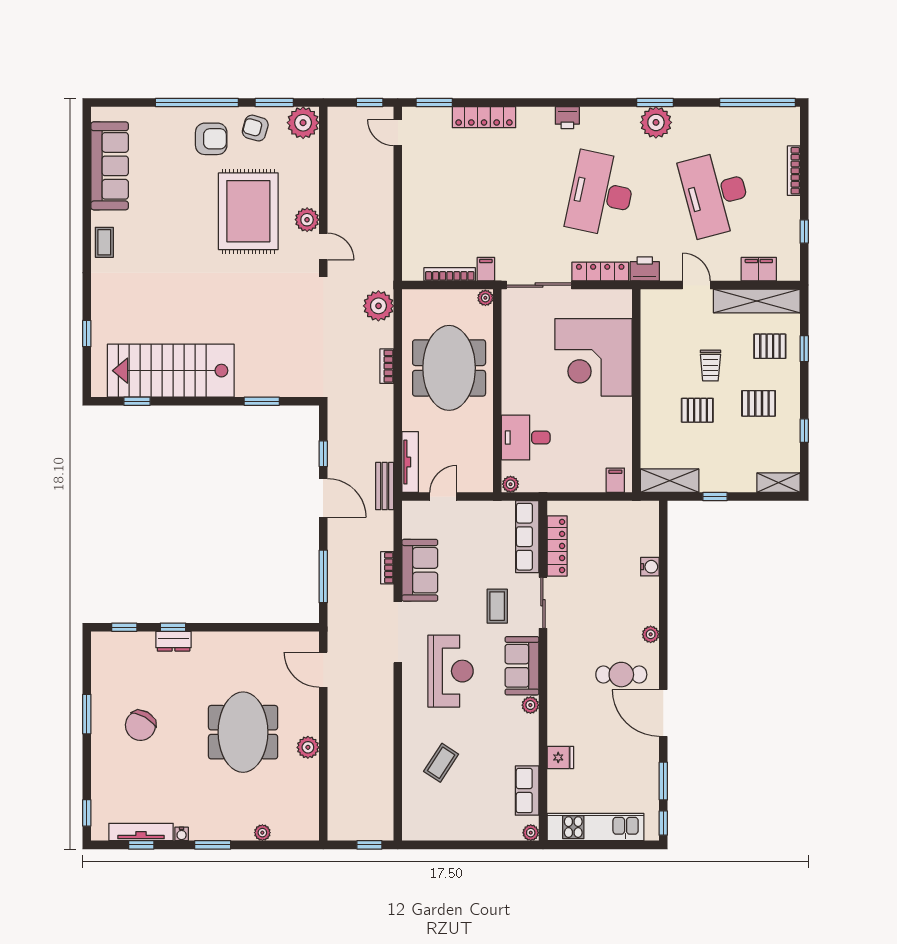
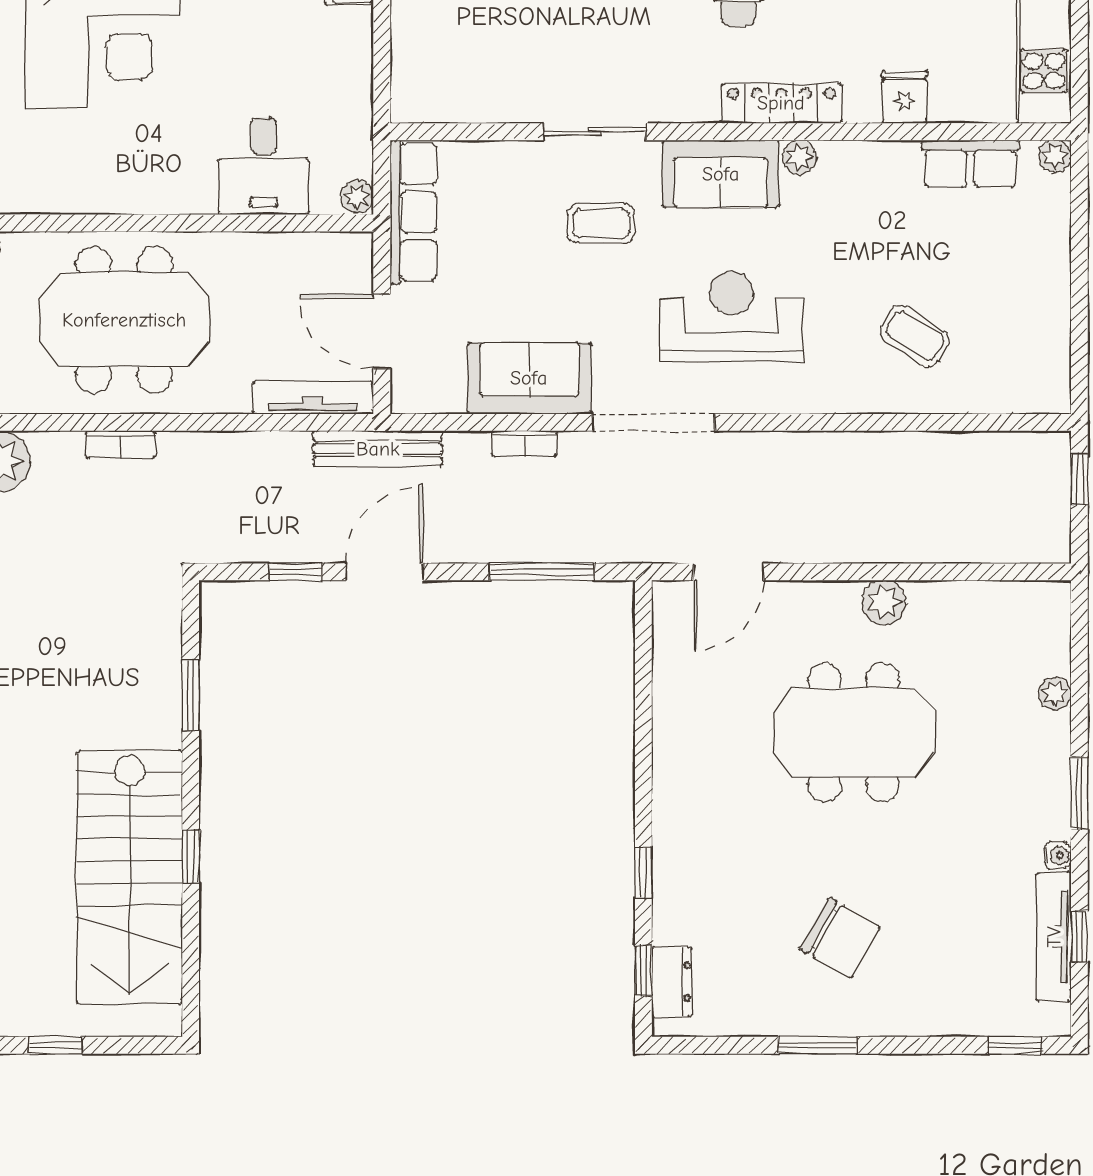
window: (137, 401) -> (191, 856), moved
bench: (385, 486) -> (378, 449), width x1.36
door: (443, 497) -> (382, 331), width x1.38
row of seats: (527, 537) -> (413, 212), moved, turned -90
locker: (557, 546) -> (781, 103), moved
dresser: (174, 641) -> (672, 982), moved

